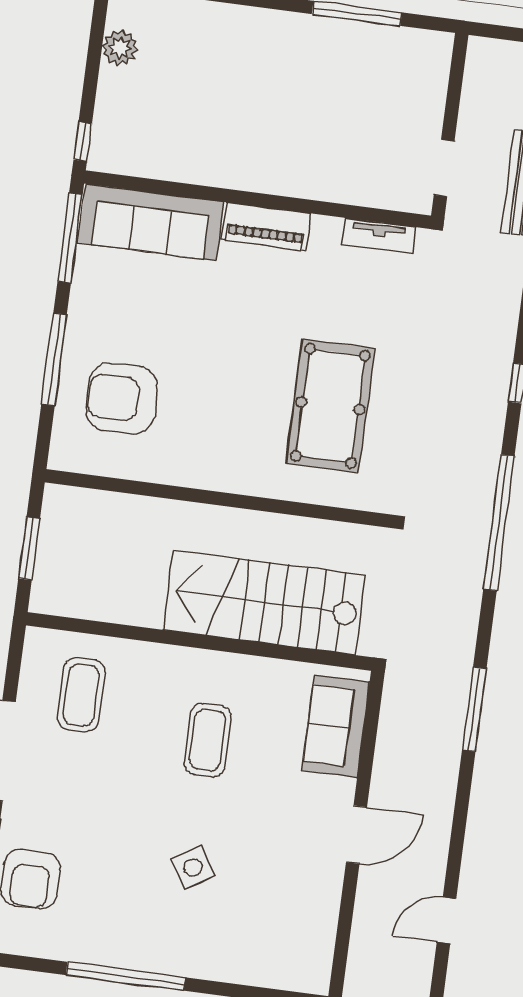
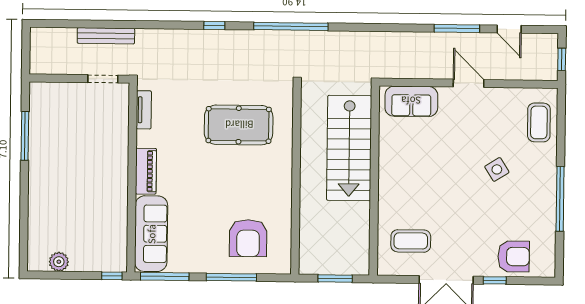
window: (474, 709) -> (457, 28), moved
coffee table: (208, 740) -> (539, 122), moved, turned 90

